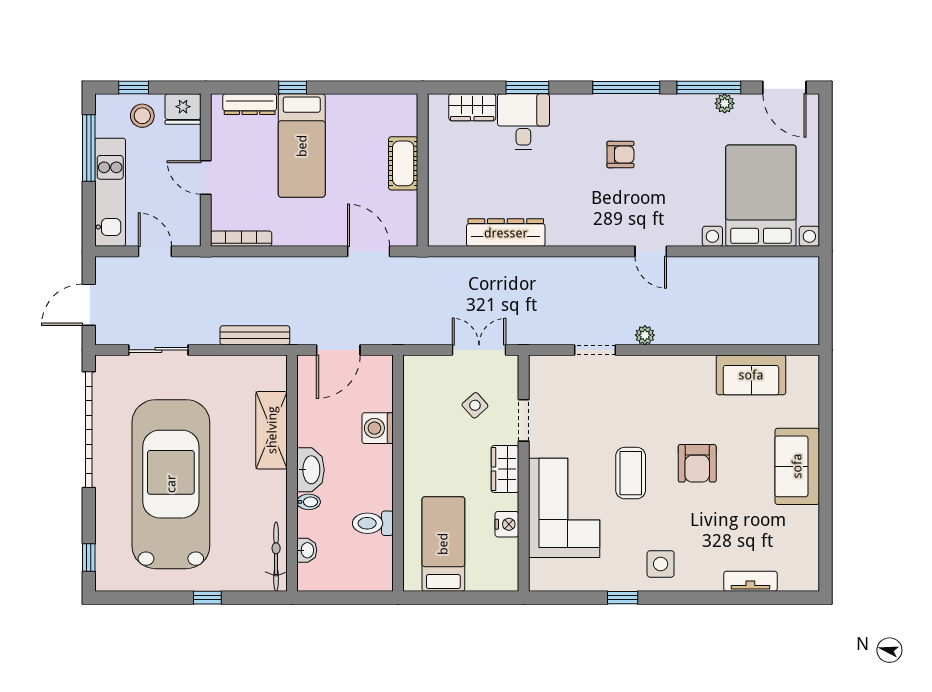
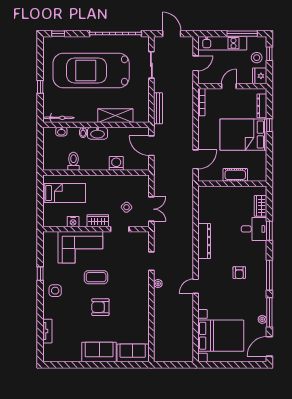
bed: (302, 146) -> (243, 135), width x1.50
dresser: (506, 233) -> (204, 241), moved
sofa: (751, 375) -> (133, 353), moved, turned 90
car: (171, 484) -> (91, 70), turned 180

